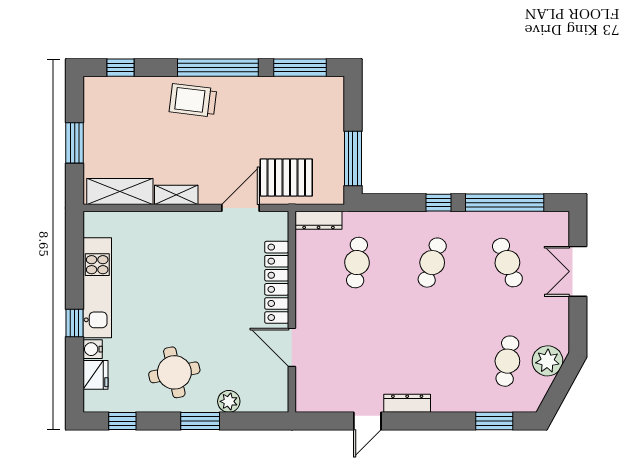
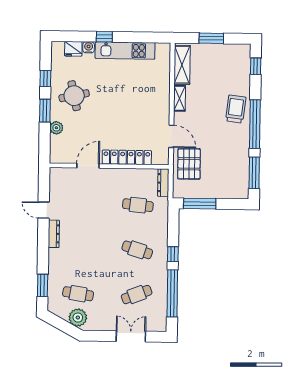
window: (122, 421) -> (45, 78), moved

